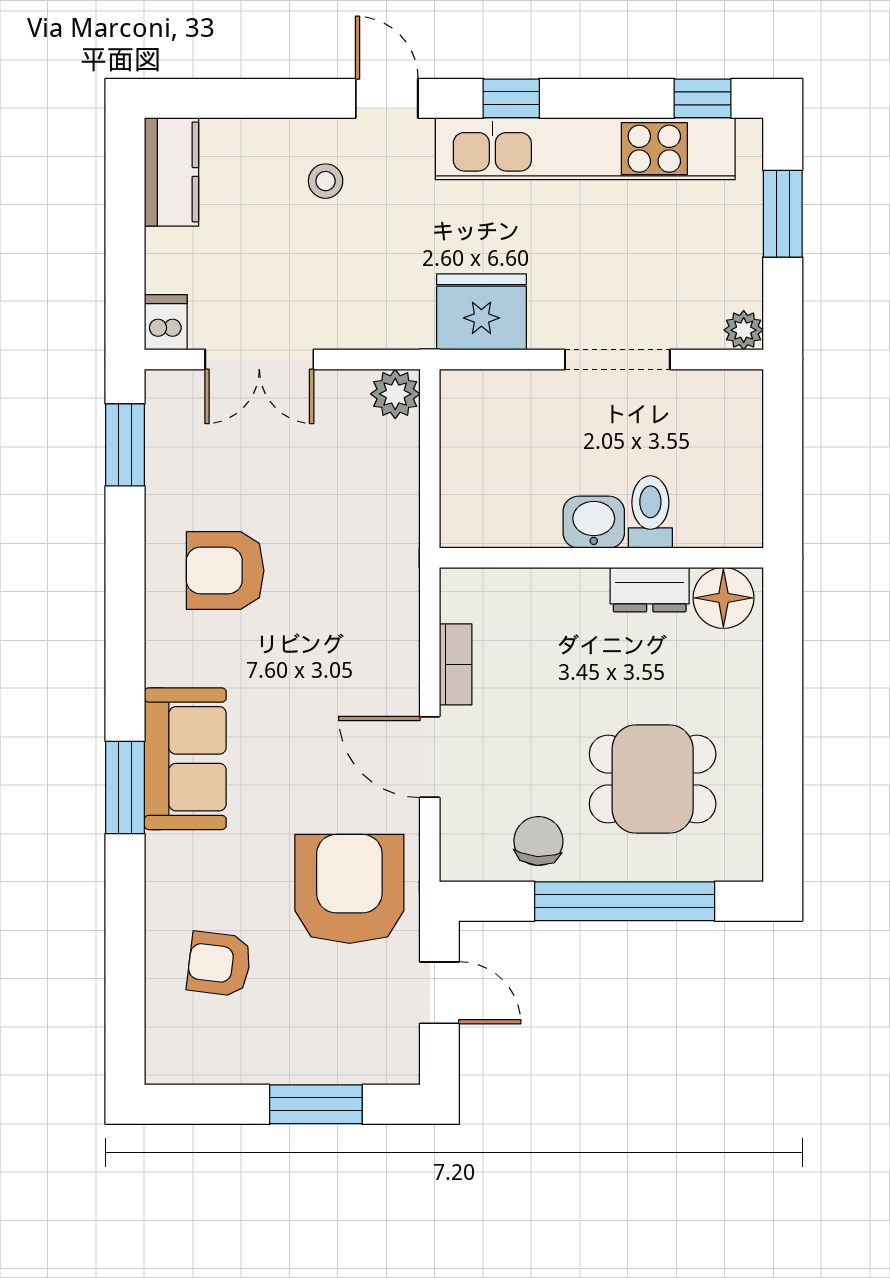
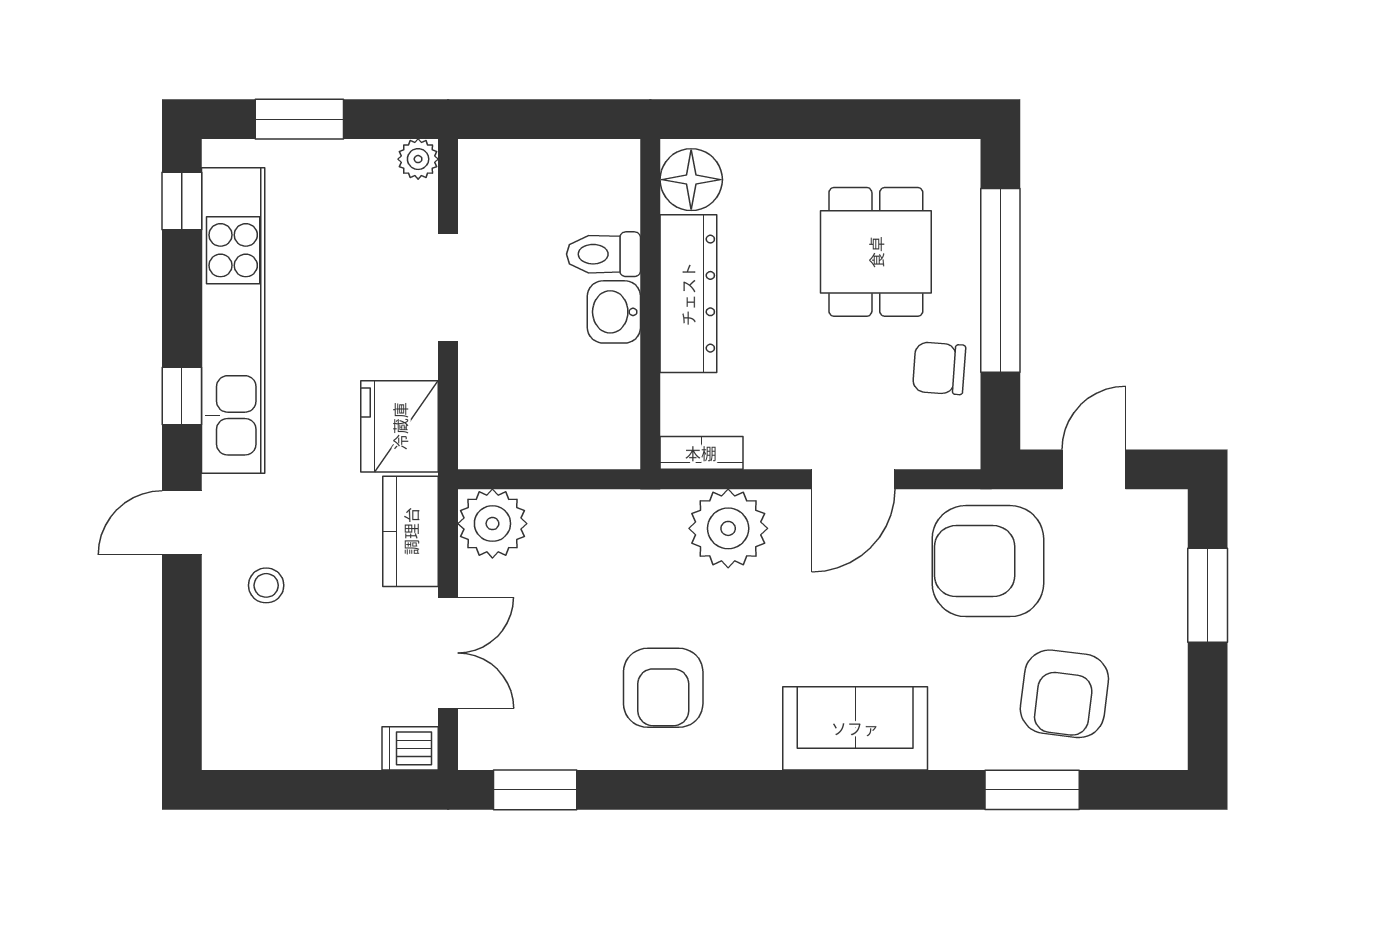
kitchen counter: (171, 172) -> (411, 531), moved, turned -90
plant: (395, 394) -> (492, 524), width x1.36, depth x1.36
dresser: (650, 590) -> (688, 294), width x1.96, depth x1.24
plant: (381, 634) -> (728, 528), added
bookcase: (456, 664) -> (701, 453), moved
window: (125, 787) -> (1032, 790), moved
armchair: (219, 964) -> (1064, 694), width x1.38, depth x1.38

